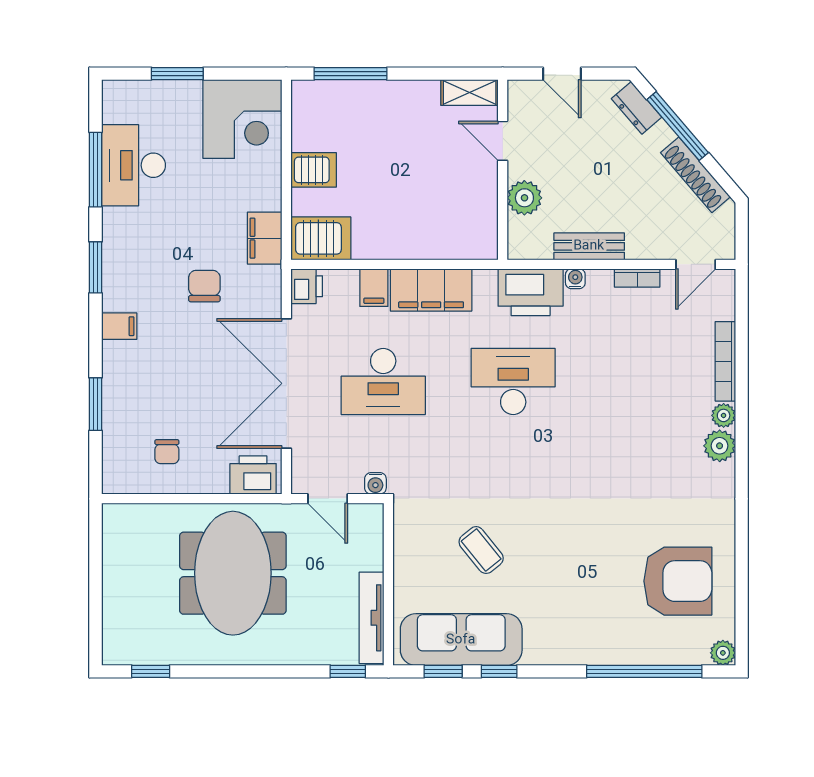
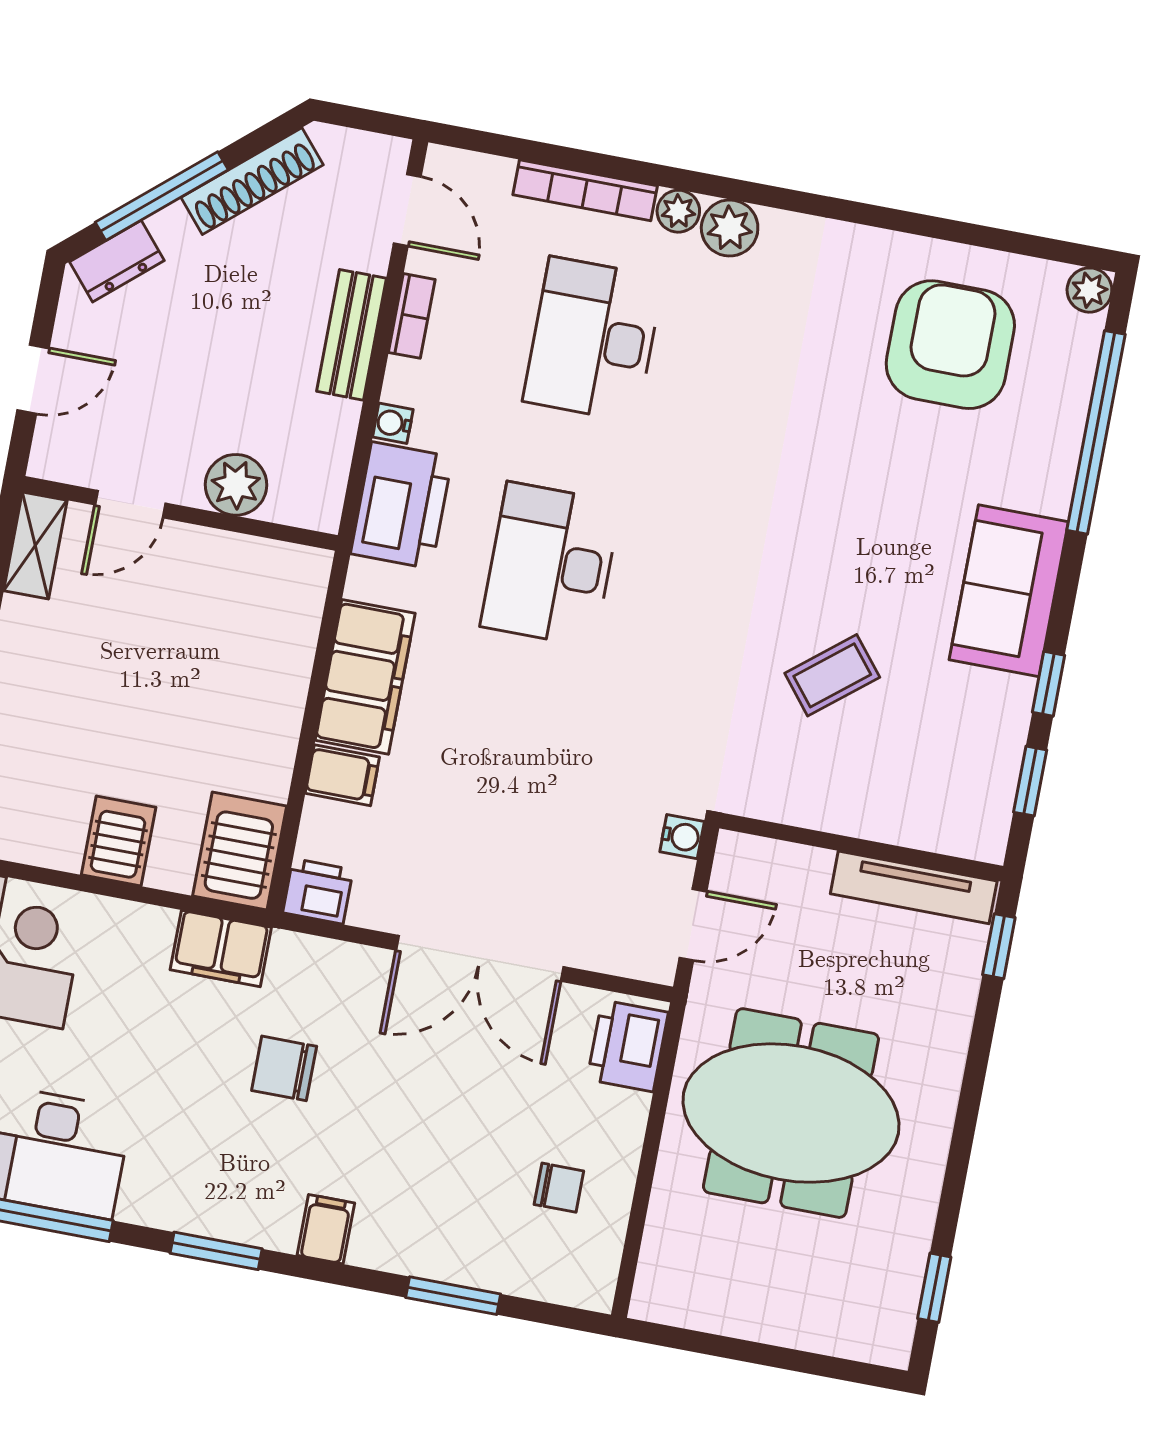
bench: (589, 246) -> (352, 335), moved
desk: (383, 382) -> (593, 339), moved, turned 180
double door: (286, 383) -> (480, 958), width x0.73
sofa: (461, 640) -> (1009, 591), moved, width x0.73

